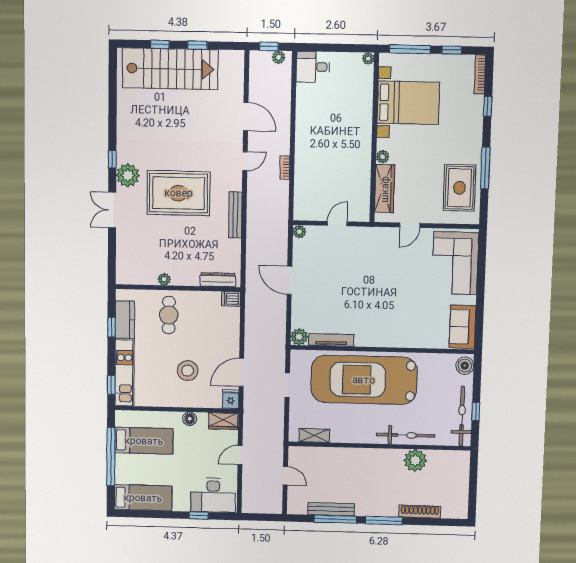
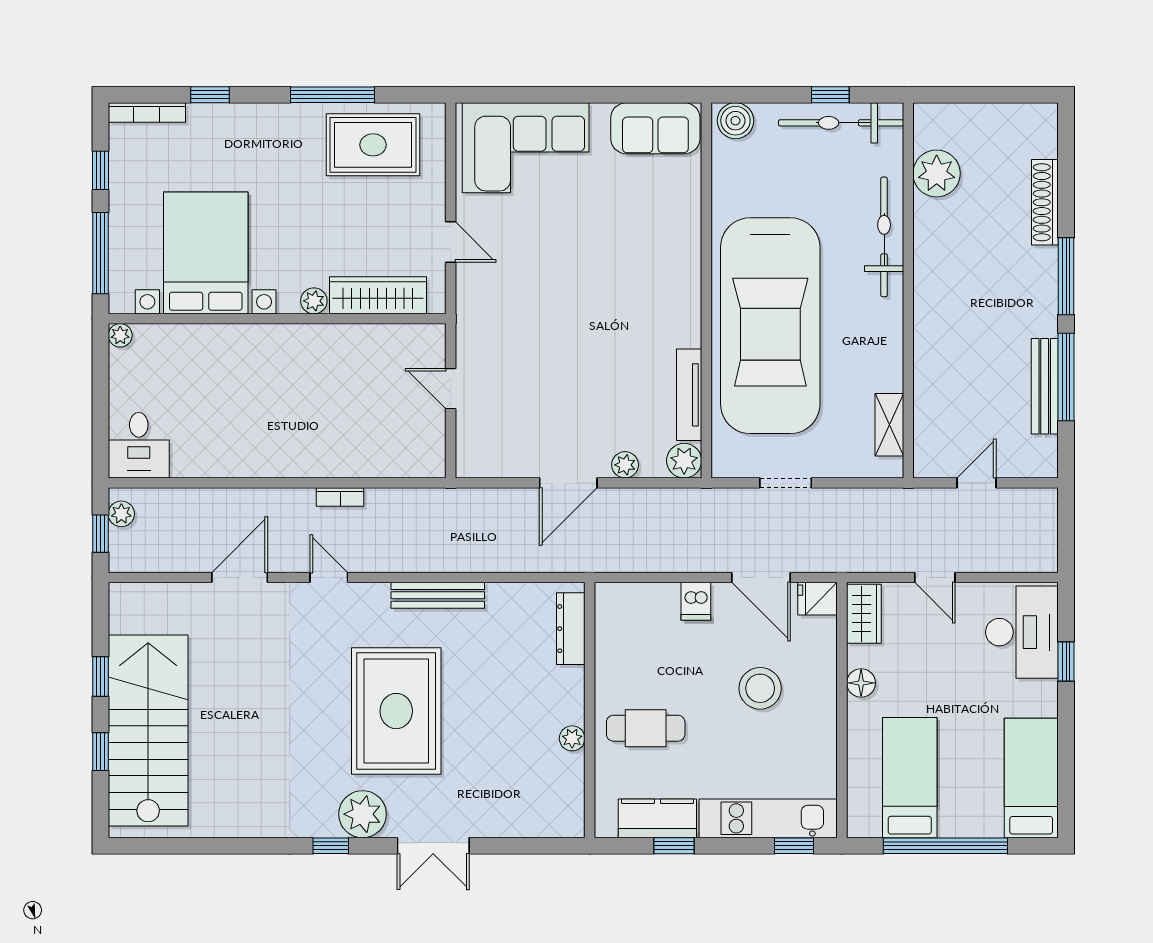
plant: (299, 232) -> (625, 465), moved
dishwasher: (231, 299) -> (696, 601), moved
plant: (415, 460) -> (937, 173), moved

